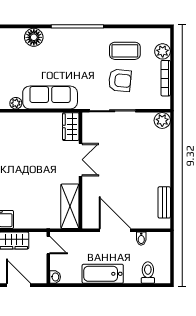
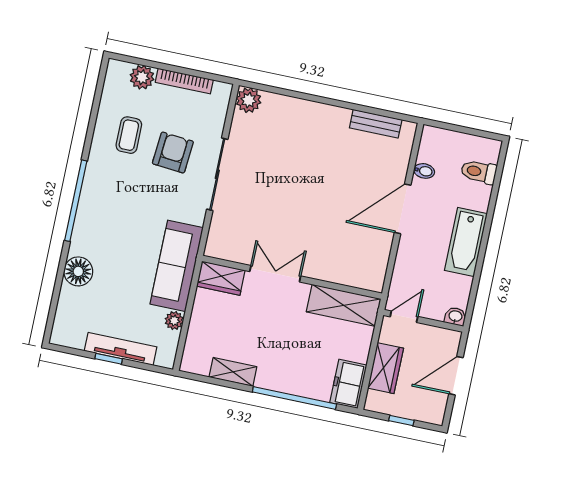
coffee table: (125, 51) -> (129, 135), width x0.73, depth x0.77
wardrobe: (71, 127) -> (221, 278), moved
double door: (81, 160) -> (275, 274), moved
wall: (81, 171) -> (292, 277), moved
shelving: (70, 206) -> (344, 305), moved

